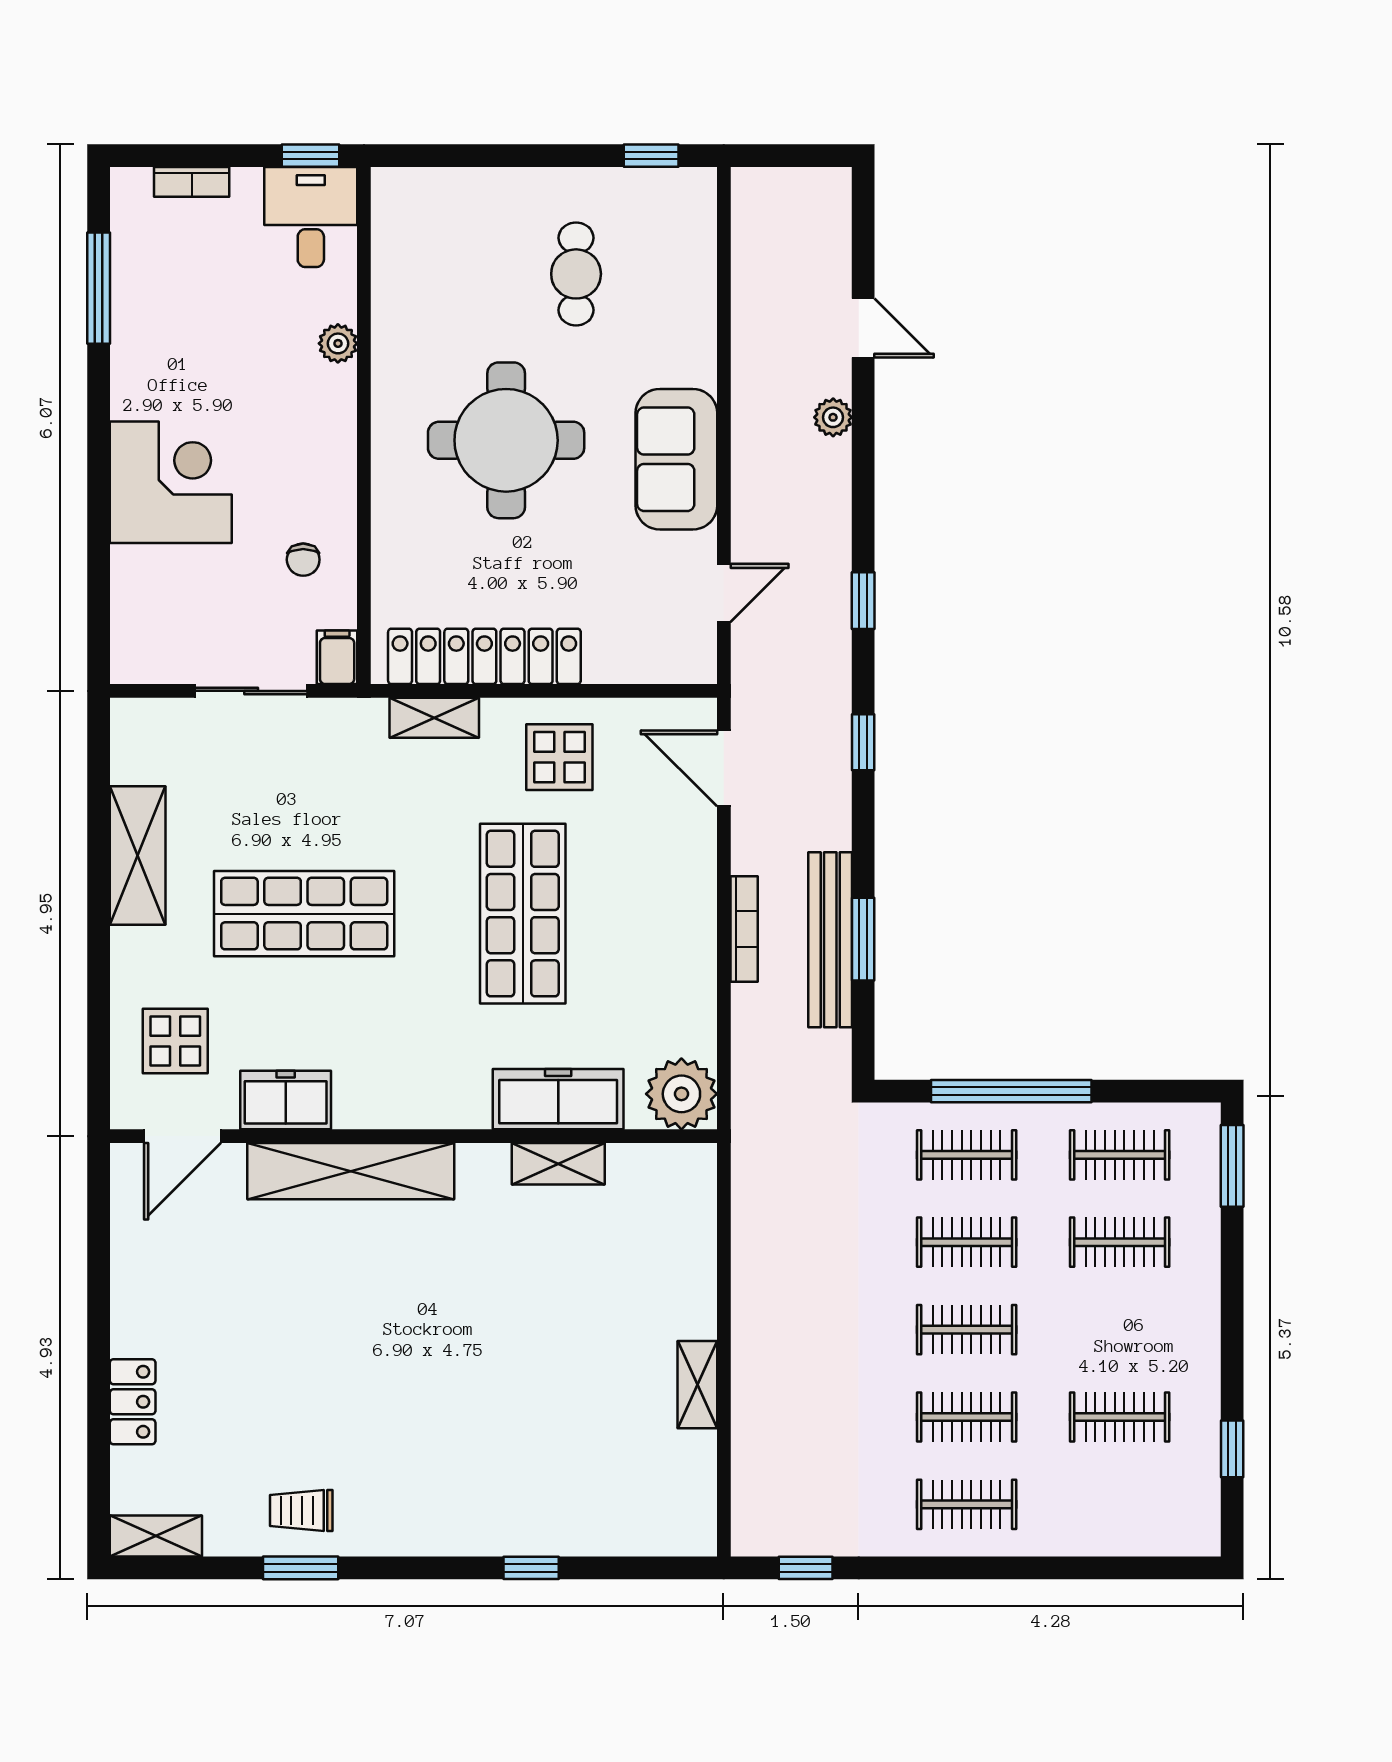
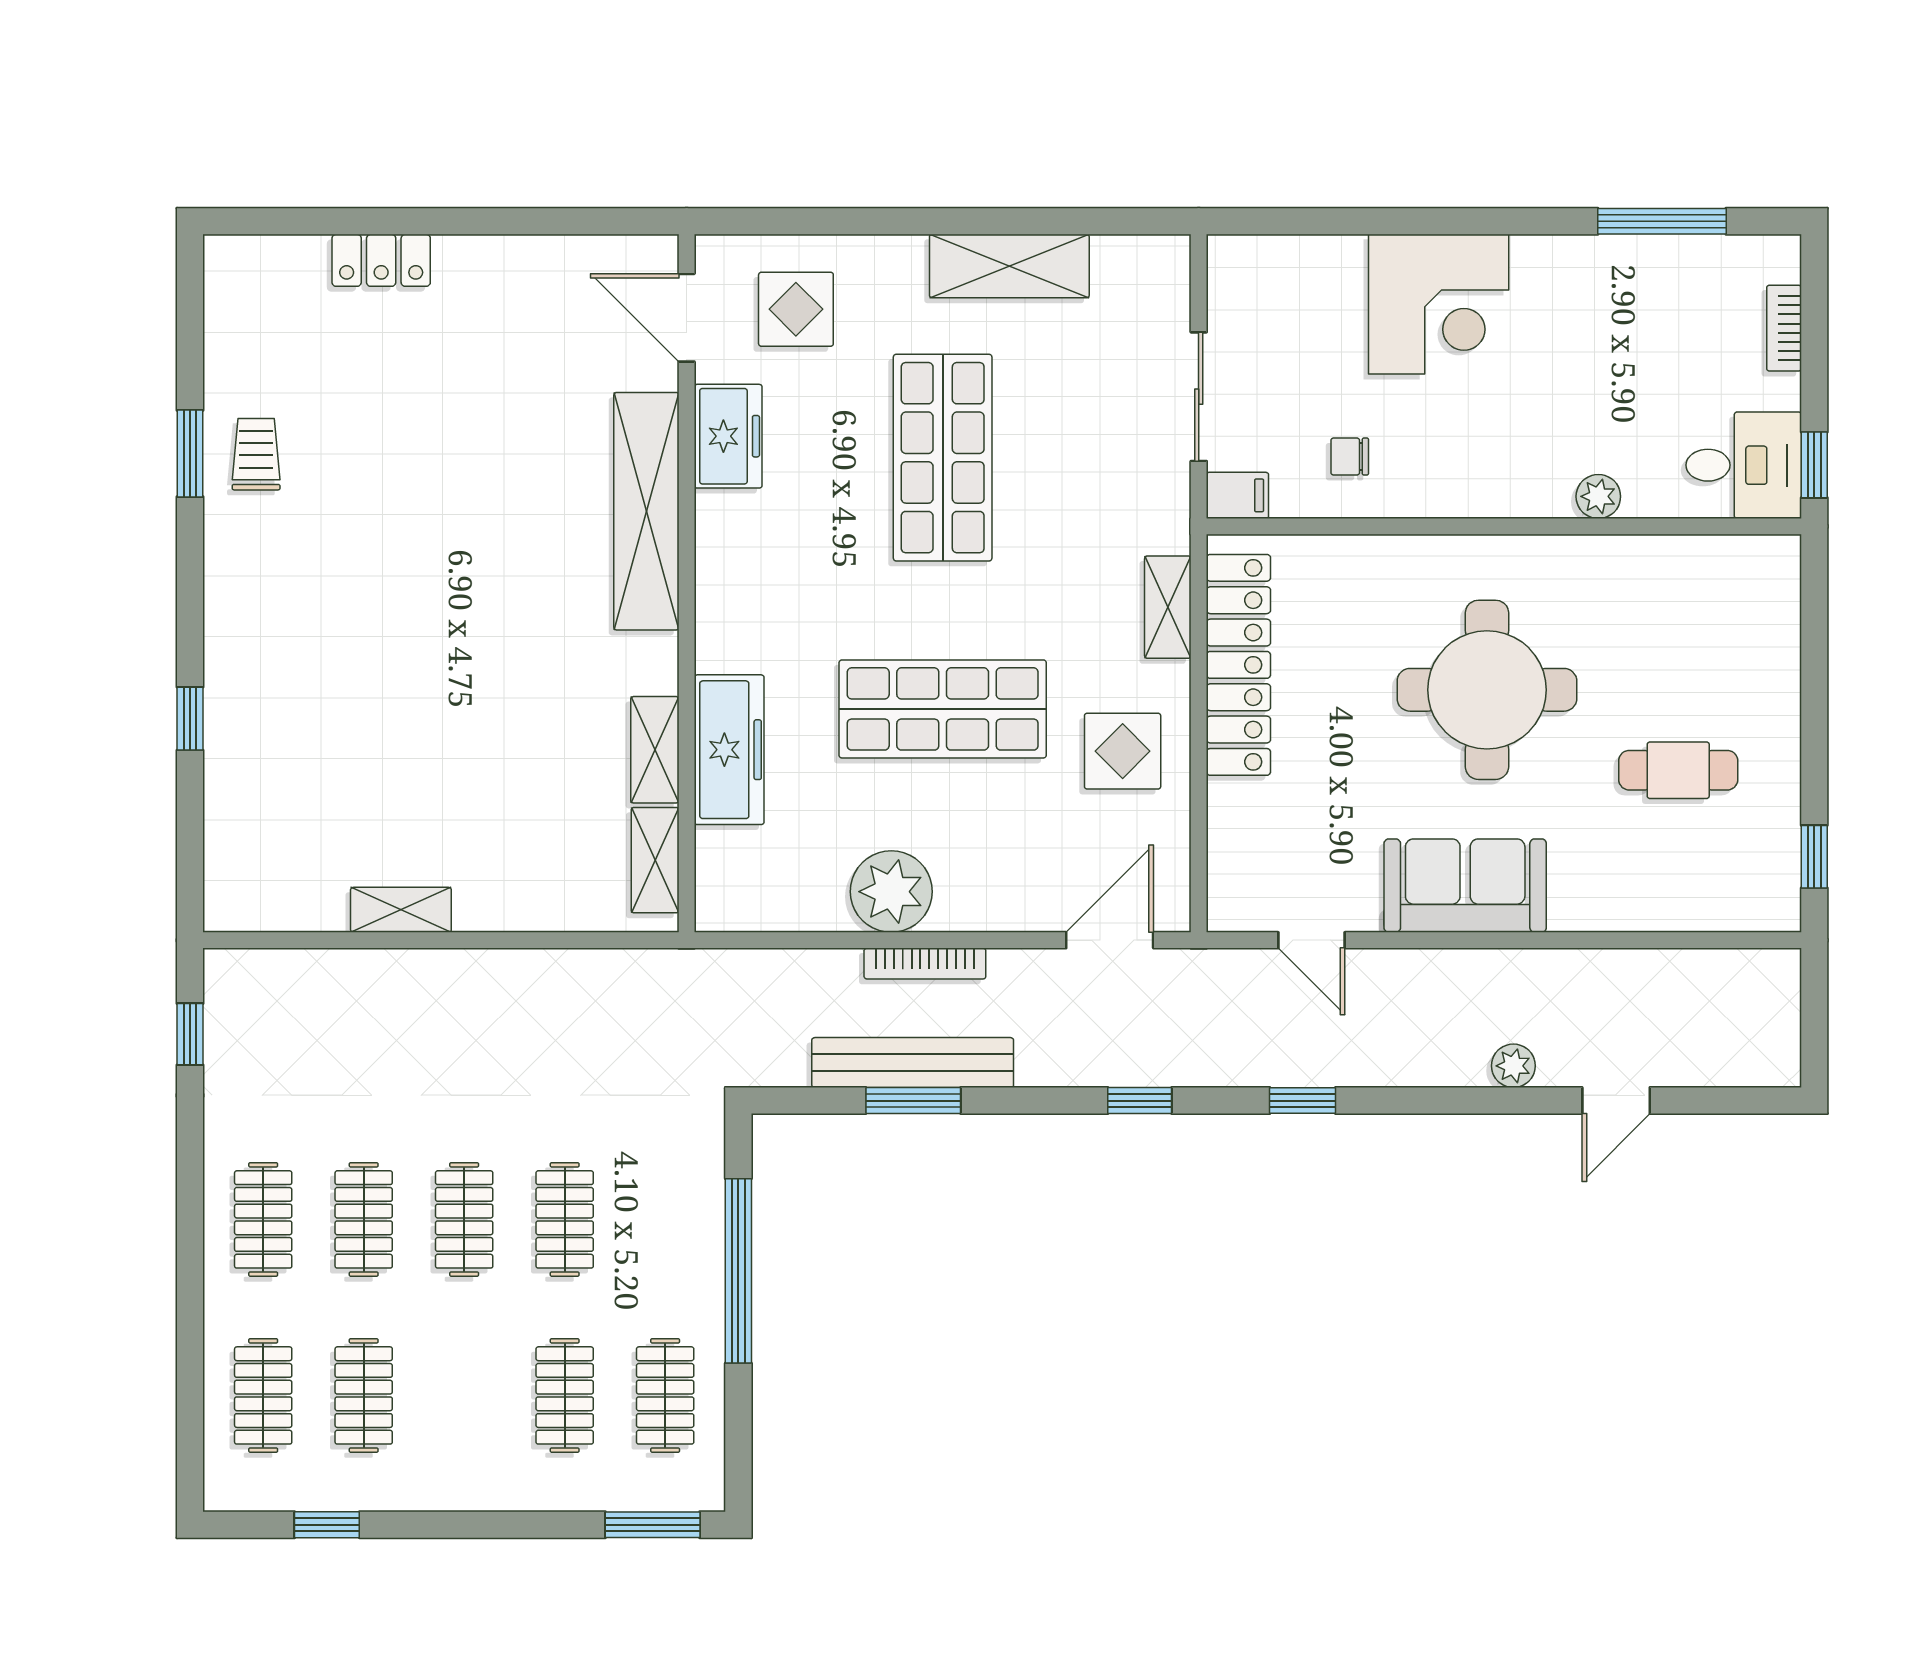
plant: (681, 1094) -> (891, 892), moved
clothes rail: (967, 1155) -> (263, 1395), moved
shelving: (156, 1536) -> (655, 860), moved

